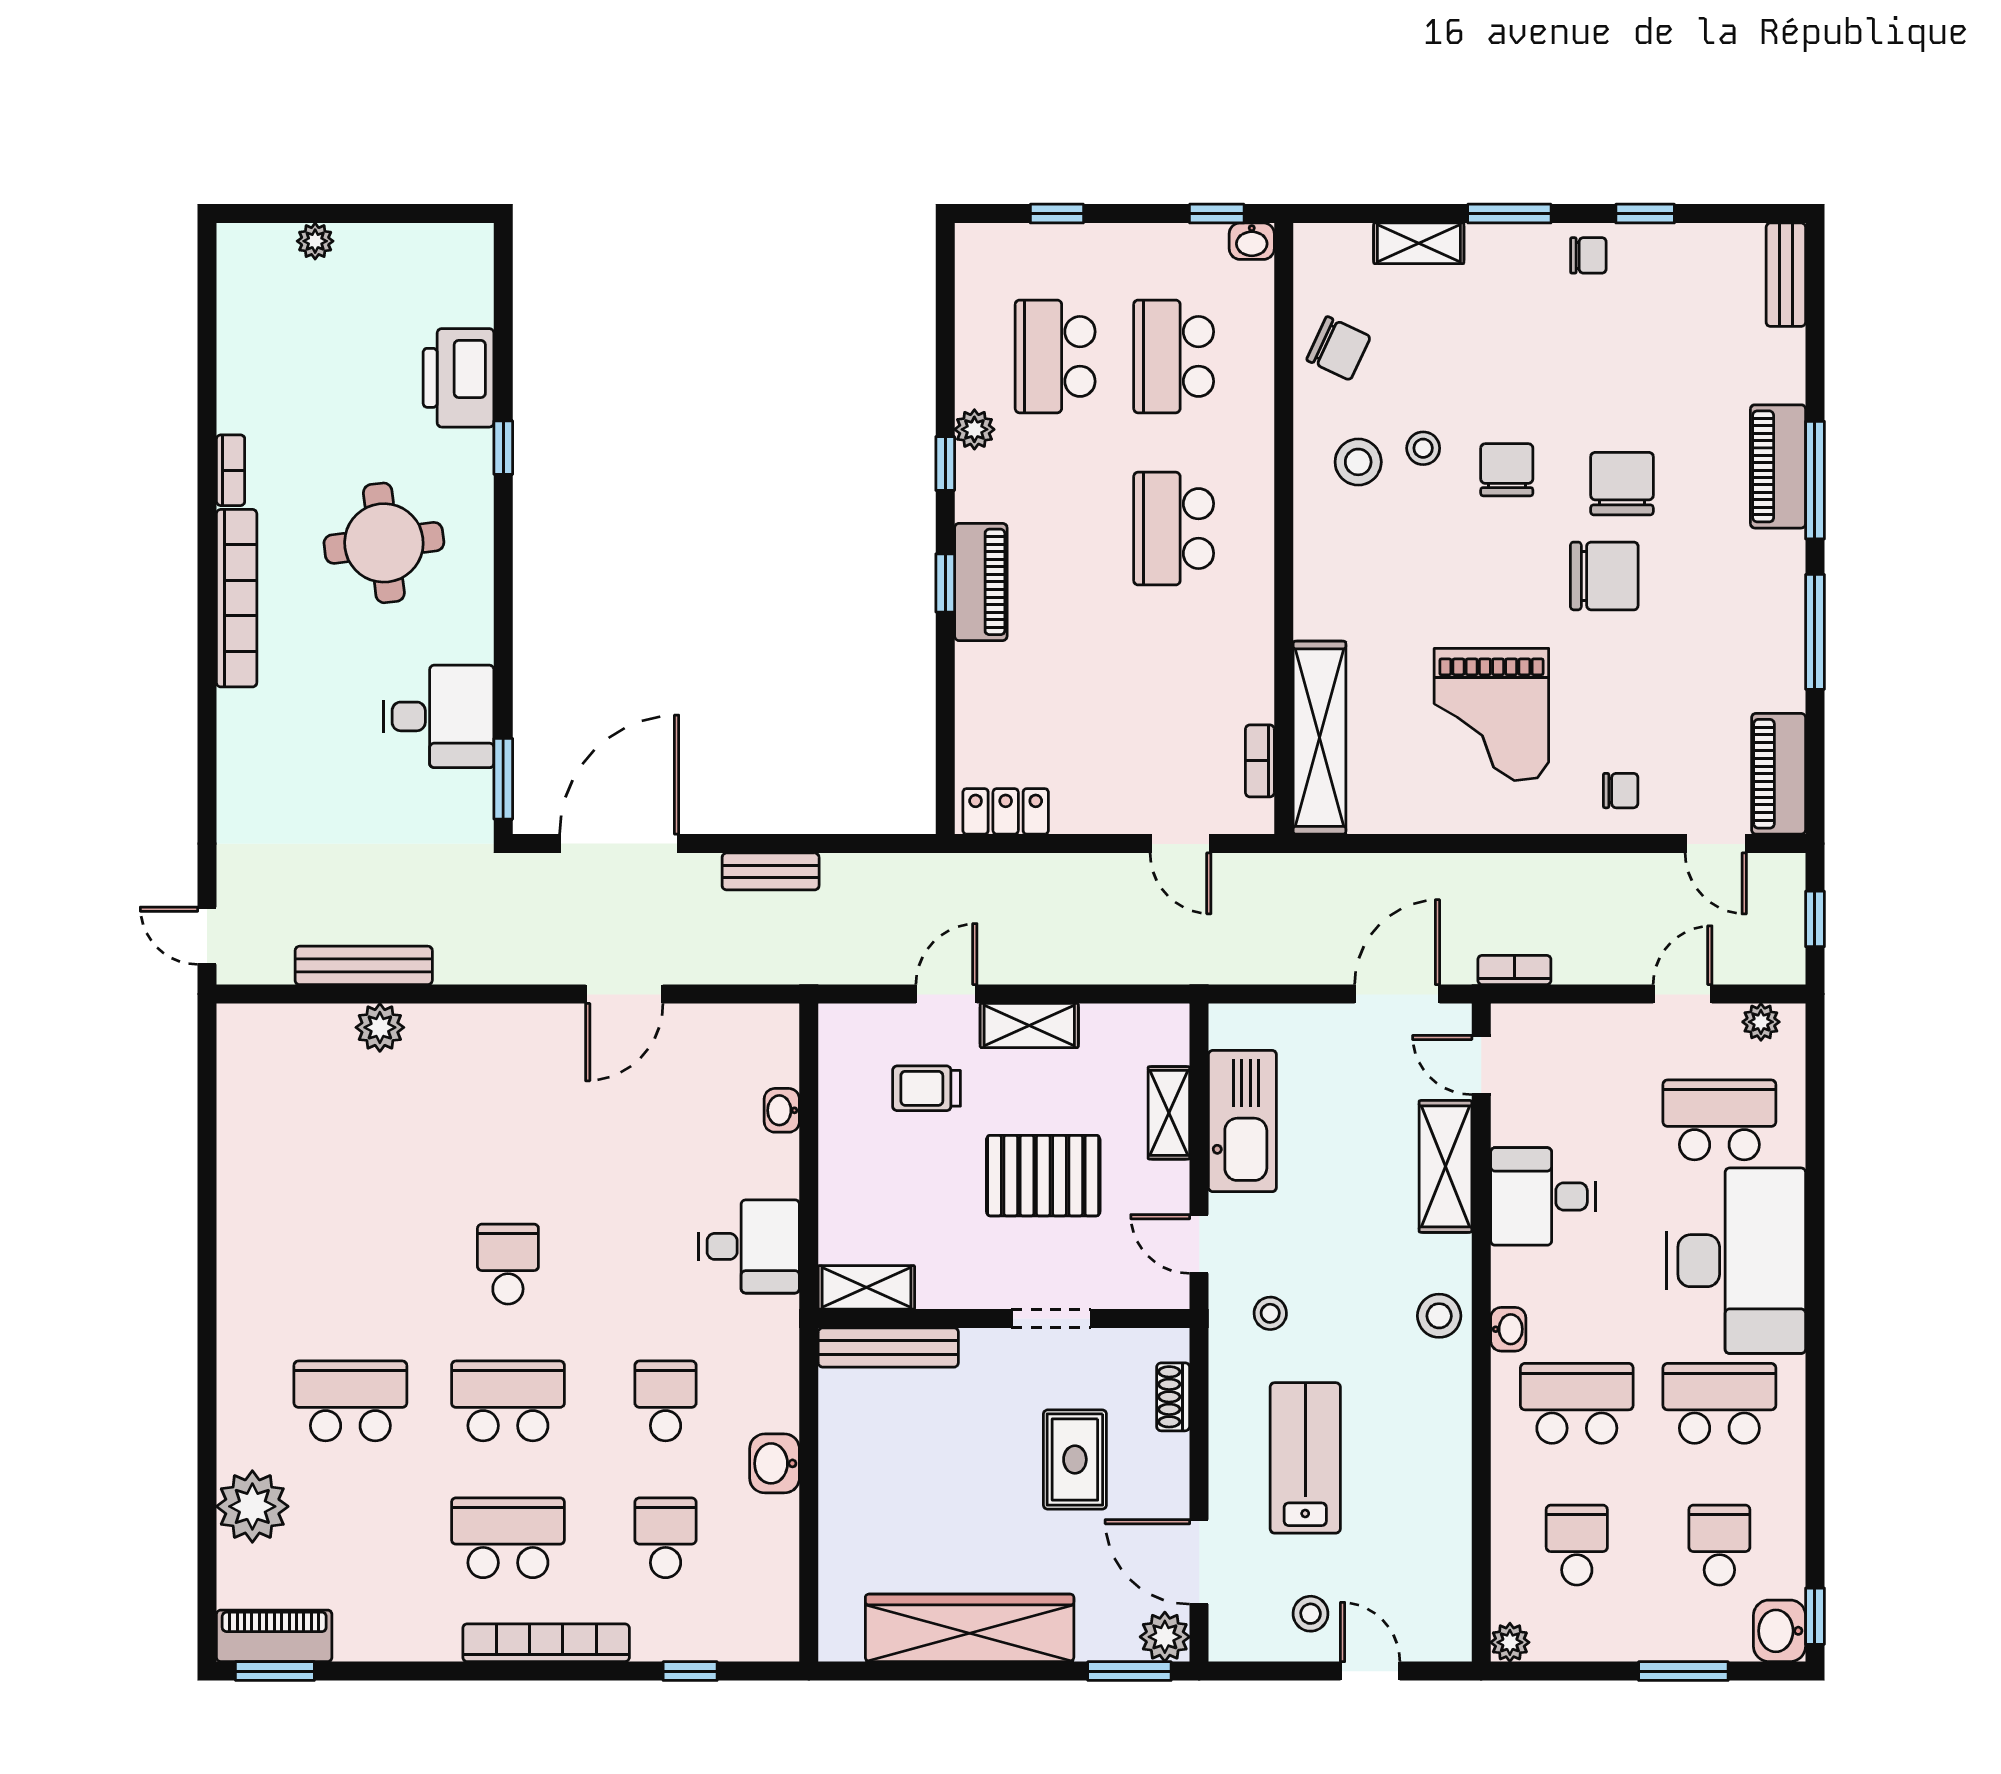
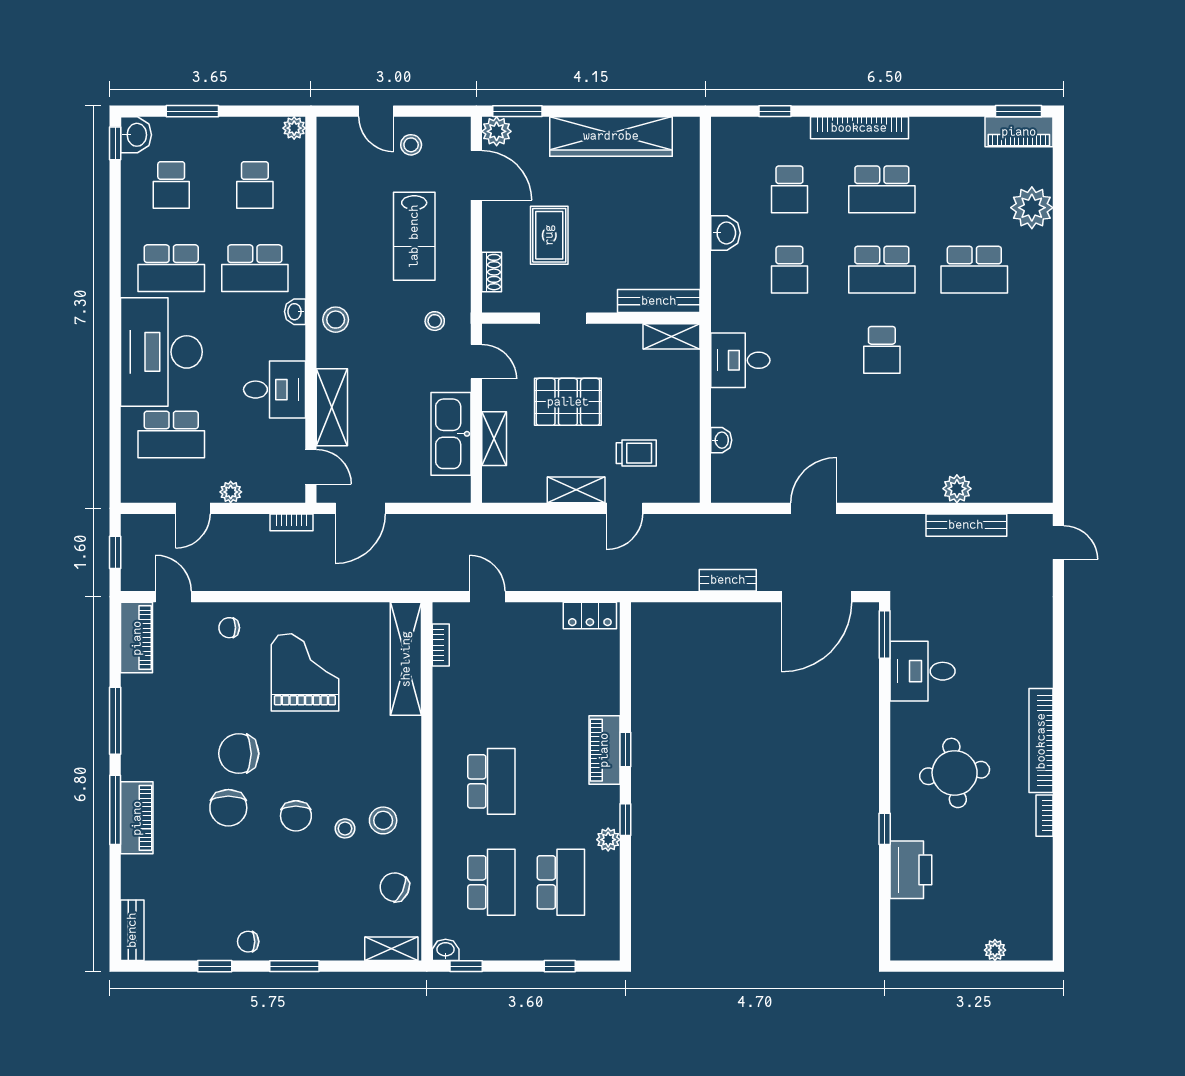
shelving: (1419, 243) -> (391, 949), moved
plant: (1761, 1022) -> (231, 492), moved

